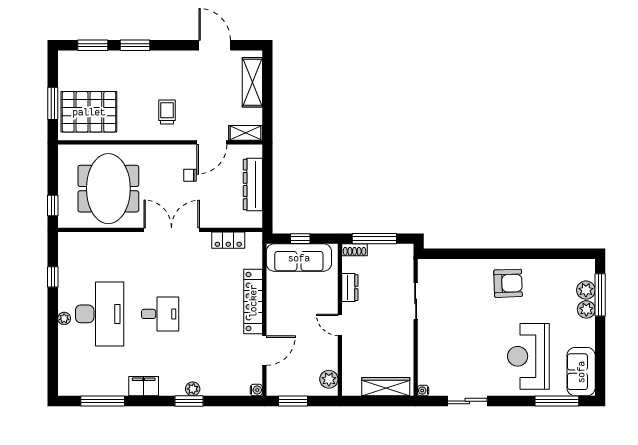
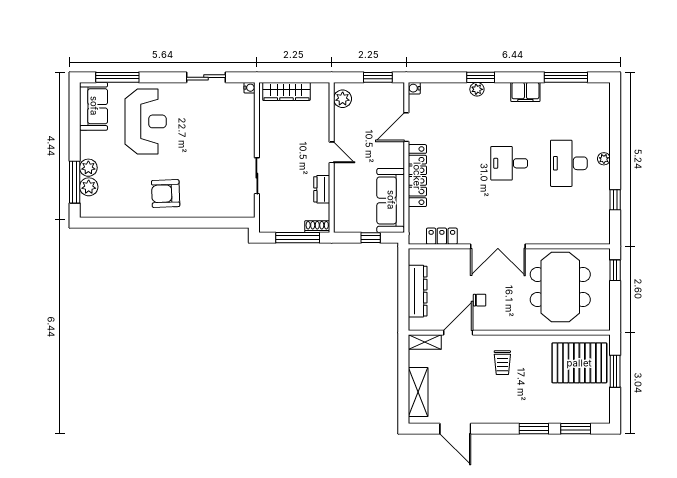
sofa: (299, 258) -> (391, 200), moved, turned -90
desk: (100, 314) -> (569, 163), width x0.73, depth x0.77

